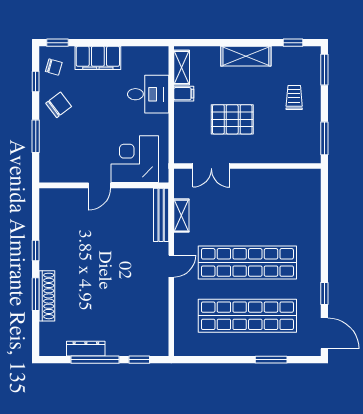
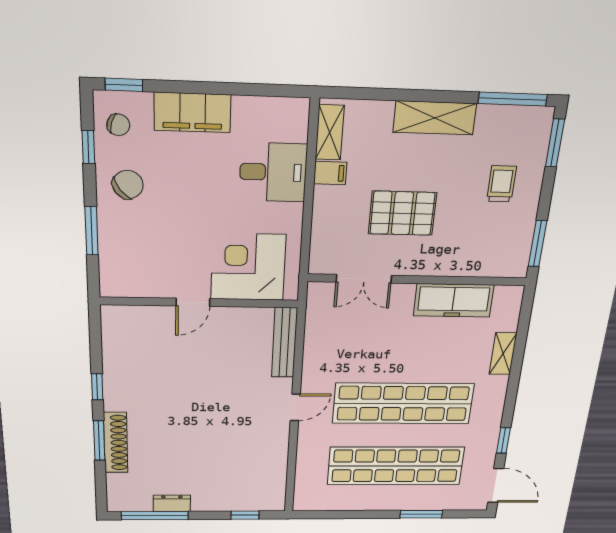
window: (293, 43) -> (513, 99), width x2.17
freezer: (273, 181) -> (454, 300), added
shelving: (181, 216) -> (503, 354), moved
dresser: (86, 349) -> (172, 503), width x0.70
window: (95, 360) -> (155, 516), moved

